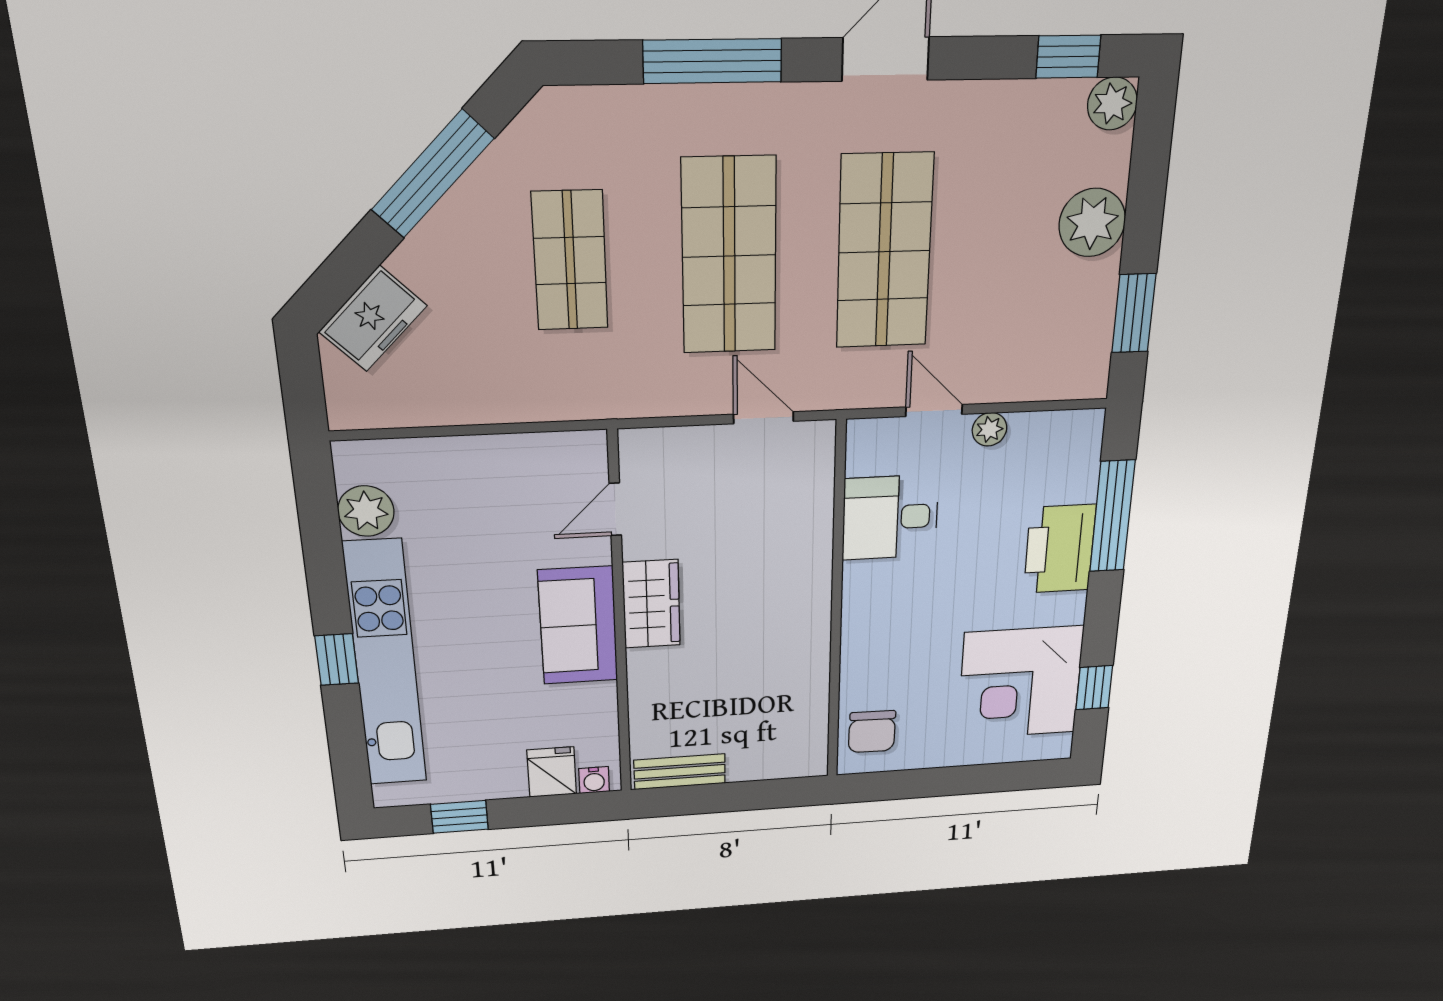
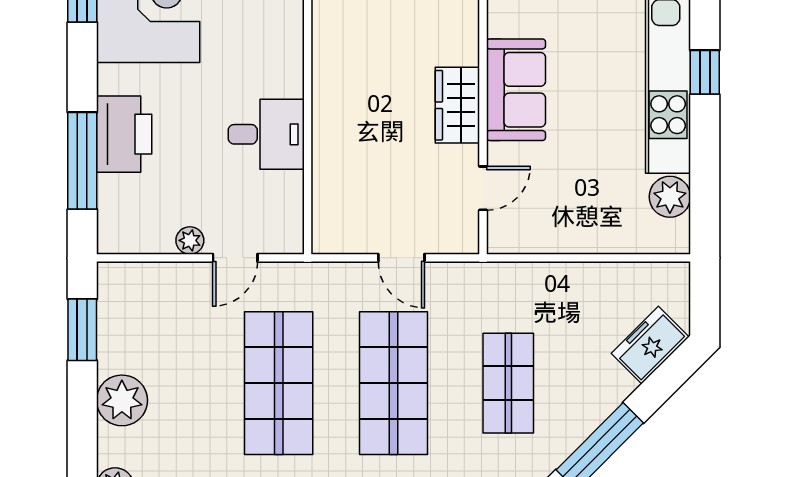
door: (934, 411) -> (235, 258), hinge flipped
door: (763, 418) -> (401, 258), moved
desk: (890, 517) -> (266, 134), moved

